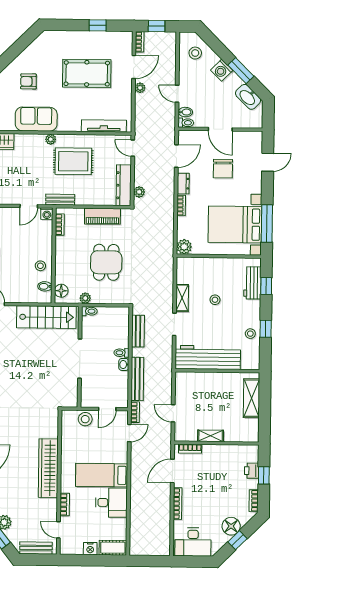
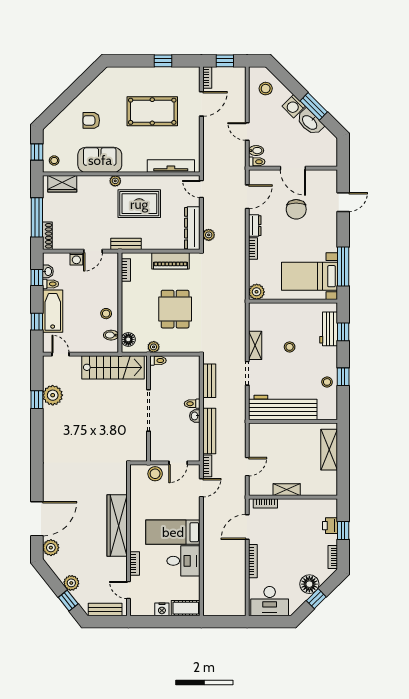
plant: (140, 88) -> (208, 126), removed
washbasin: (248, 97) -> (310, 122), moved
washing machine: (47, 214) -> (76, 259), moved
bed with nightstands: (235, 224) -> (309, 276), width x0.73
door: (173, 413) -> (247, 467), swing flipped

